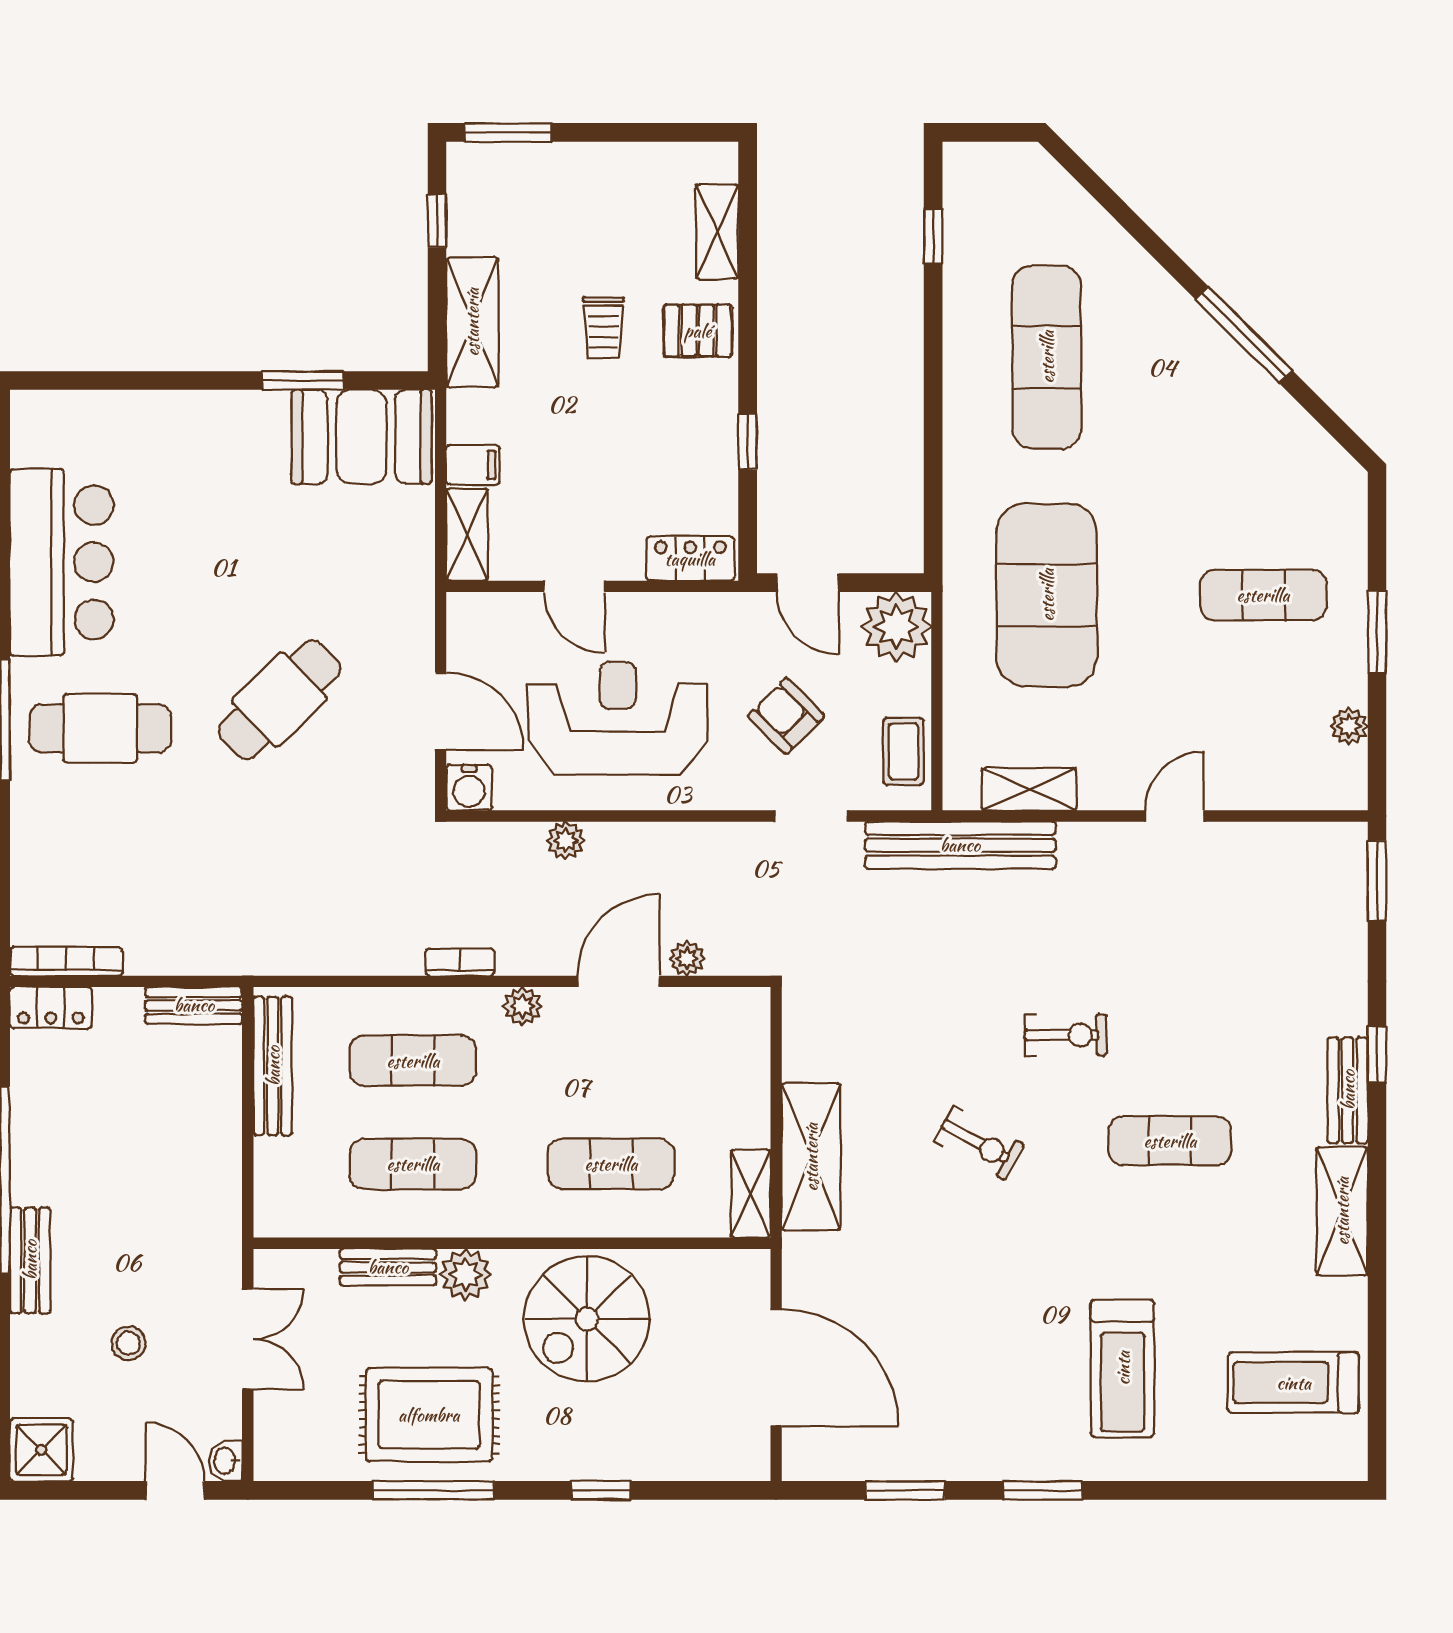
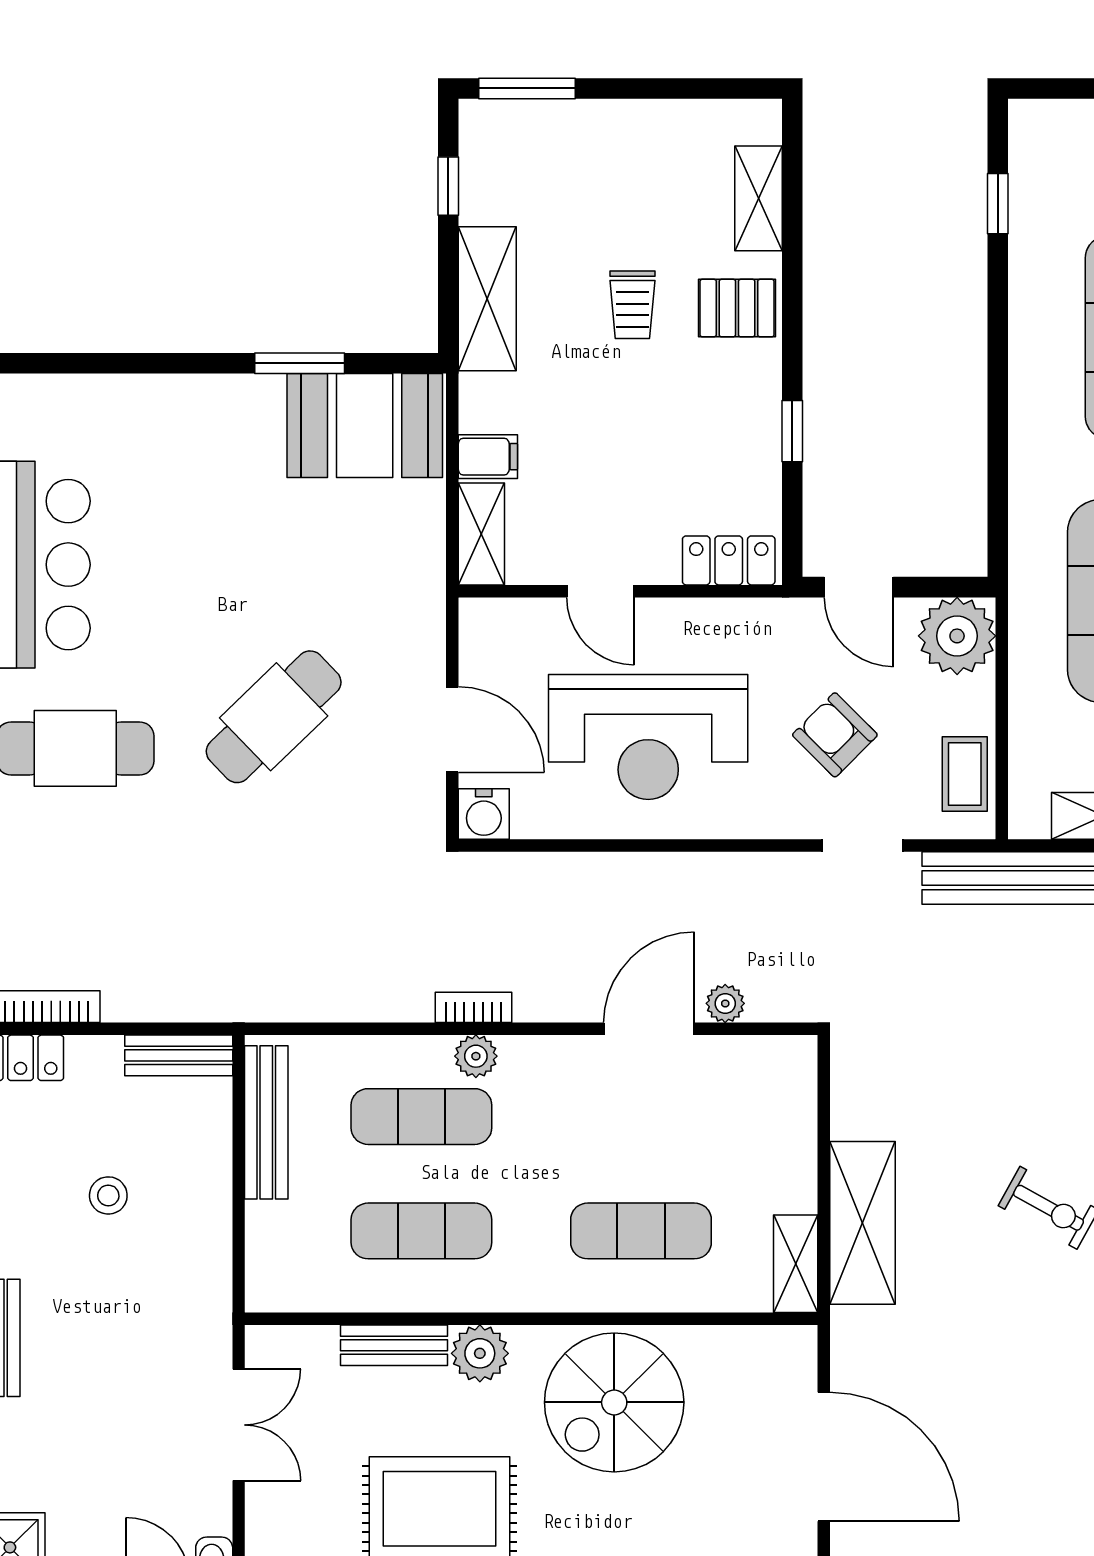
reception desk: (618, 718) -> (648, 737), turned 180
plant: (566, 841) -> (591, 873), removed
plant: (522, 1006) -> (476, 1056), moved
stool: (128, 1343) -> (108, 1195), moved

